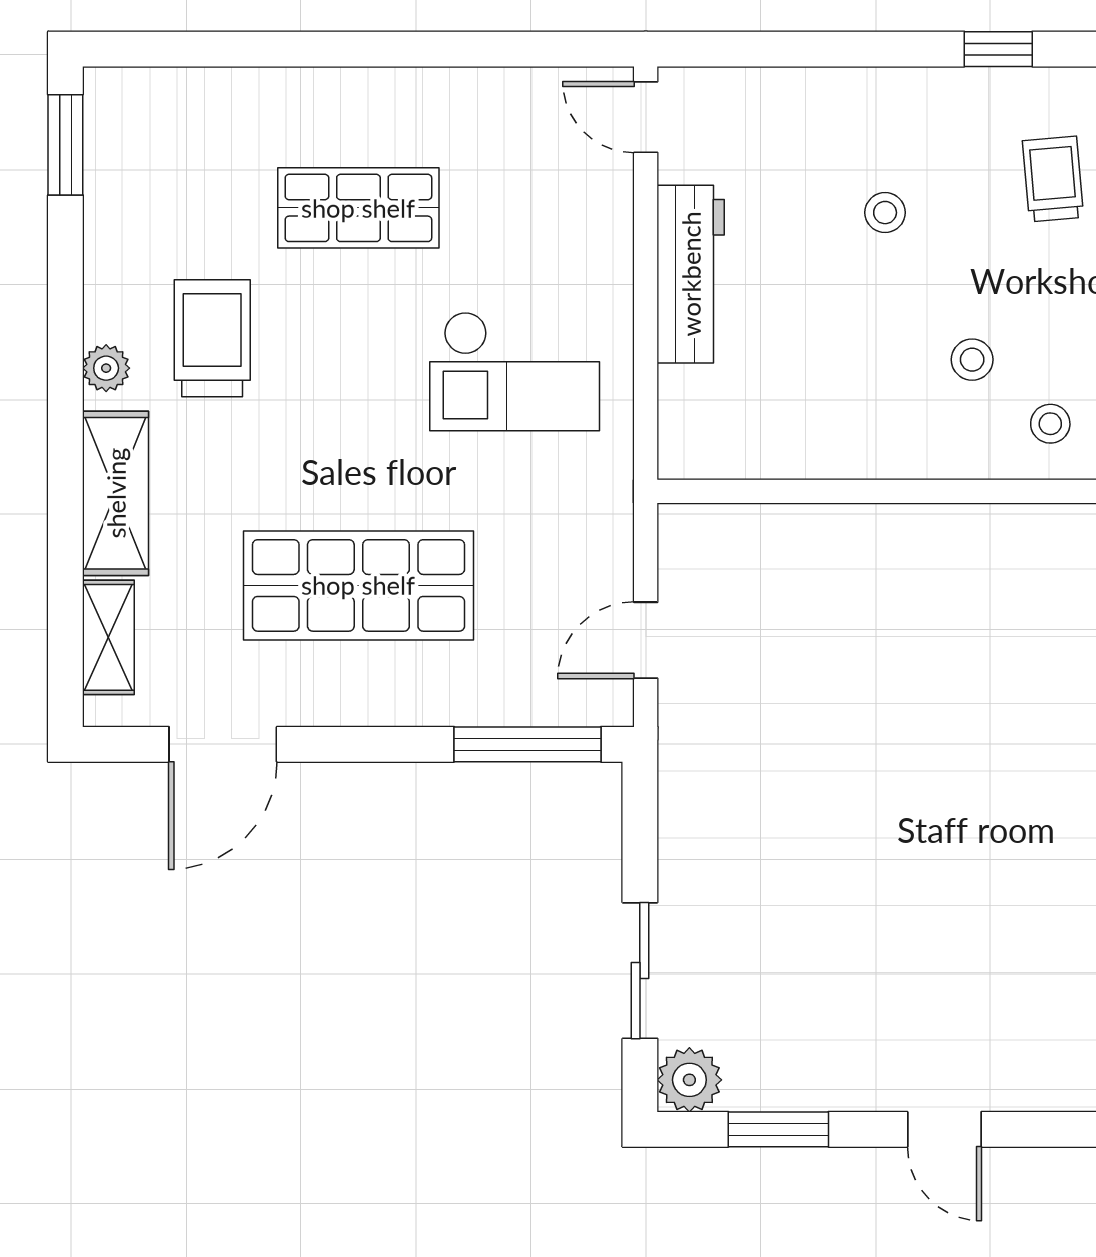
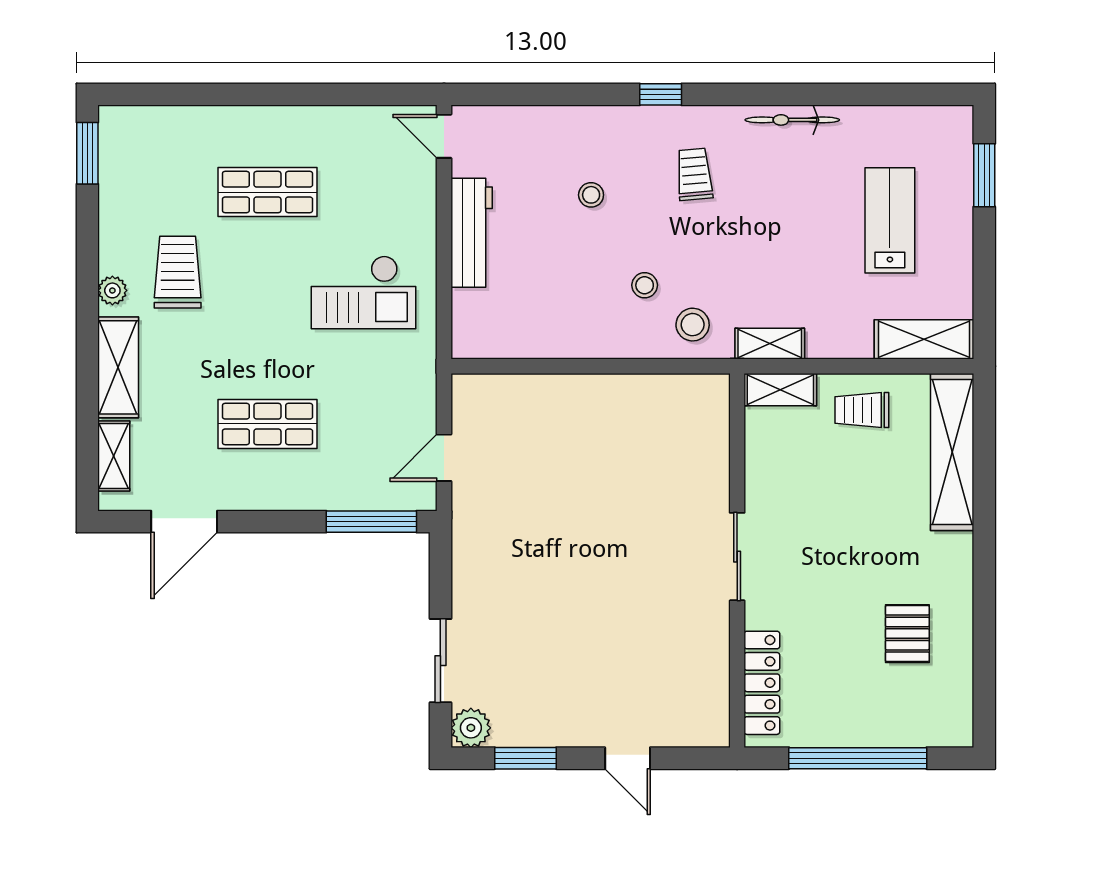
stool: (1050, 424) -> (693, 325), width x1.37, depth x1.37
shop shelf: (358, 585) -> (267, 424), width x0.70, depth x0.74

